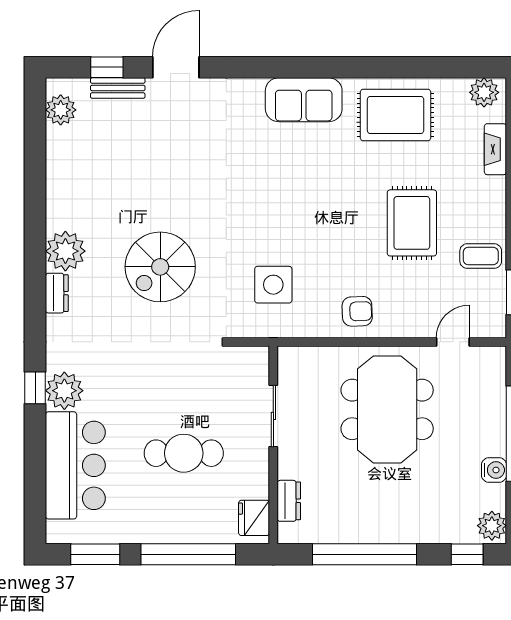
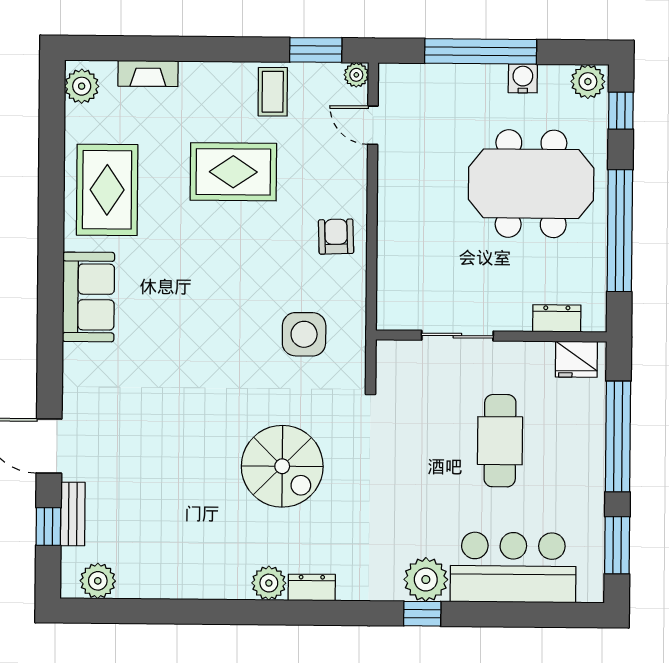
plant: (65, 251) -> (269, 583), width x0.73, depth x0.73
plant: (496, 327) -> (356, 75), added
meeting table: (387, 409) -> (531, 184), moved

